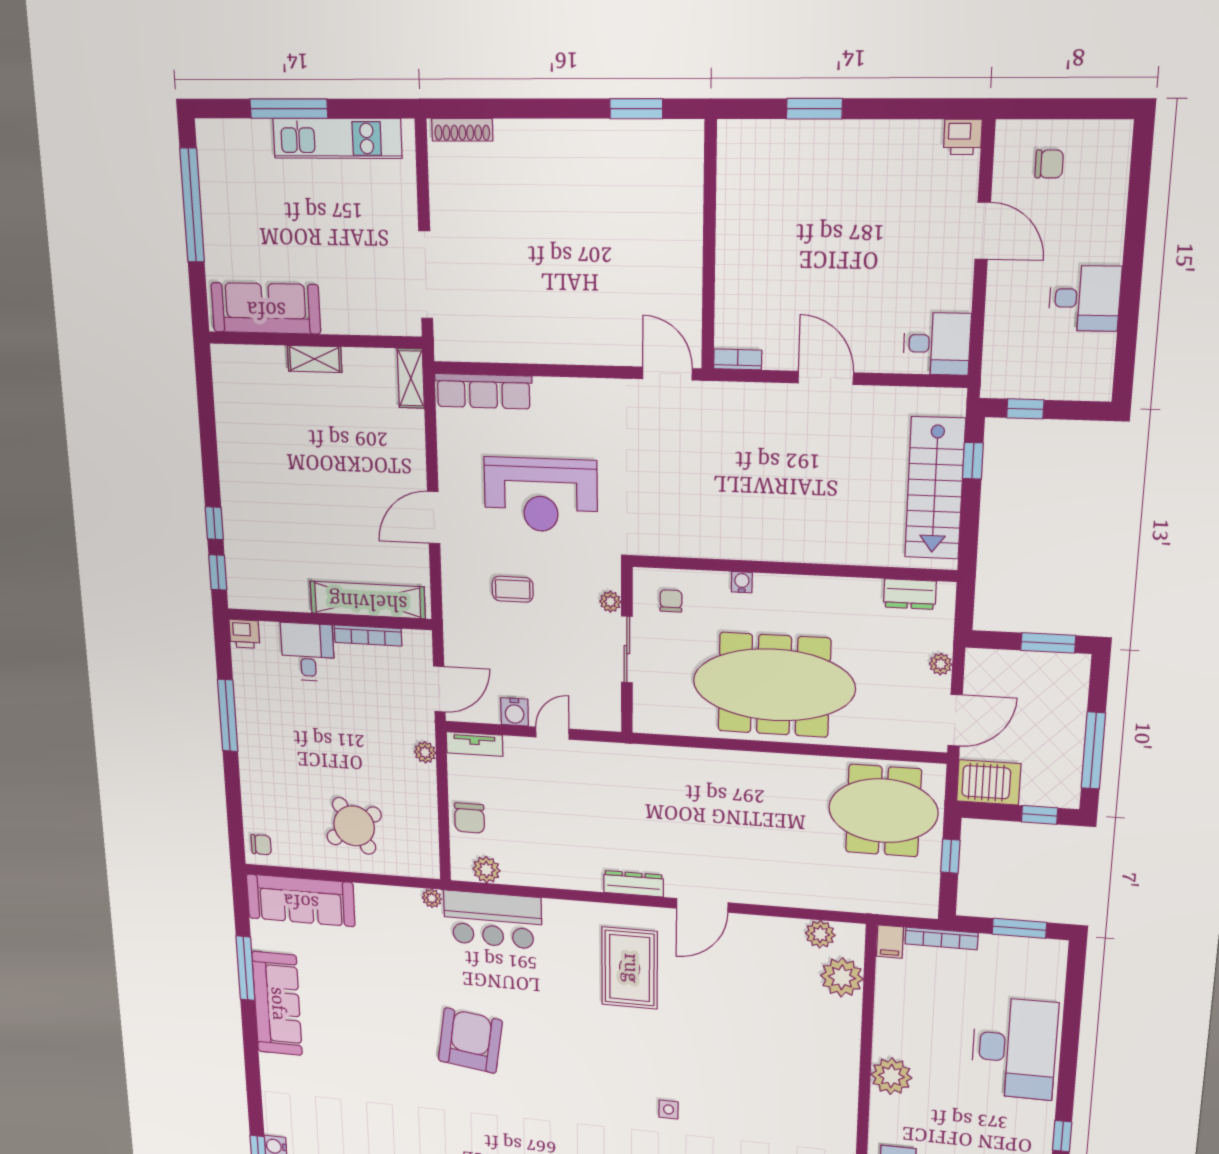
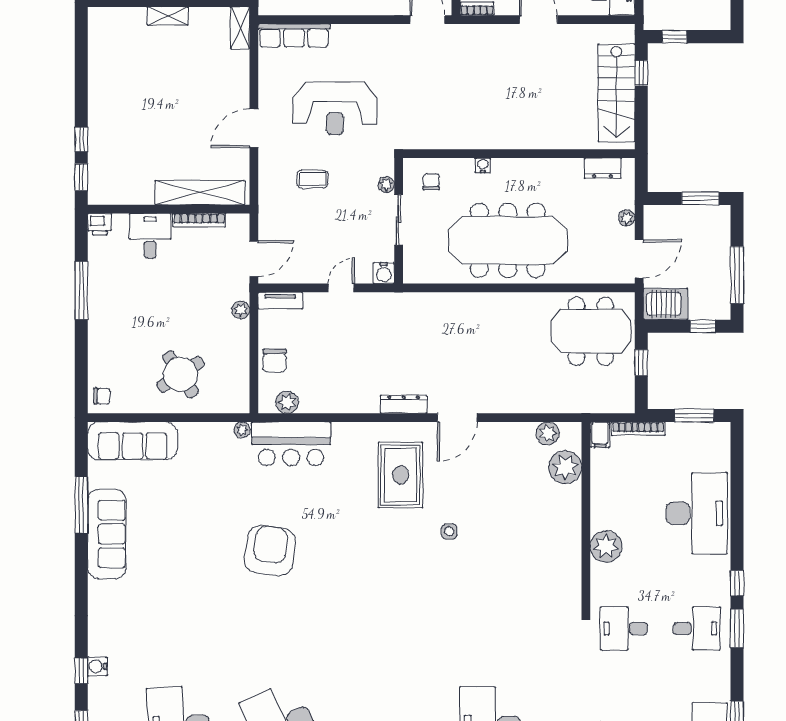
water cooler: (515, 712) -> (384, 273), moved
side table: (669, 1109) -> (449, 531), moved

